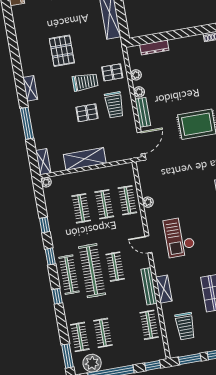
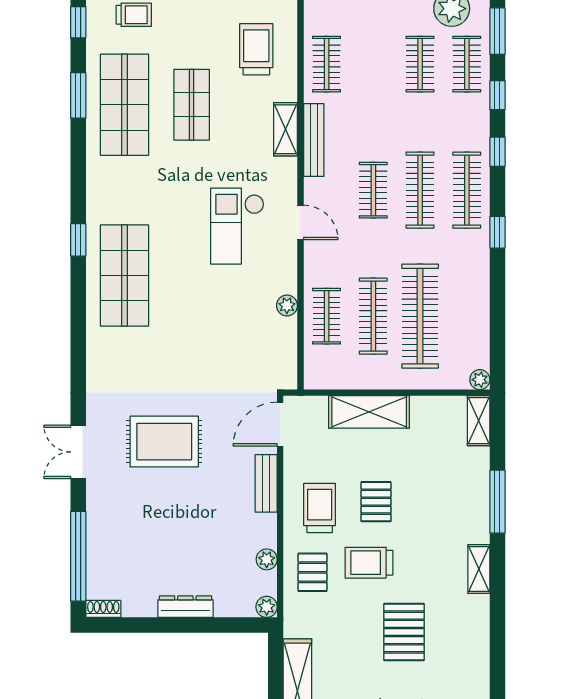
dresser: (154, 48) -> (185, 607), moved
pallet: (112, 72) -> (312, 572), turned 90
plant: (139, 92) -> (267, 607), moved
pallet: (87, 113) -> (376, 502), turned 90
shelving: (85, 159) -> (369, 412), moved
clothes rail: (104, 204) -> (373, 316), width x1.36
clothes rail: (81, 208) -> (420, 316), width x1.86, depth x1.31
window: (45, 225) -> (497, 95), moved
checkout: (179, 237) -> (237, 226), turned 180
clothes rail: (92, 271) -> (420, 190), width x0.73, depth x0.76

